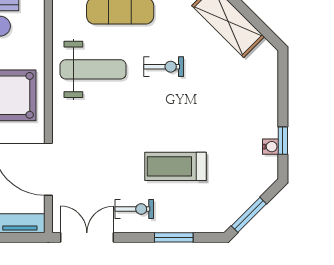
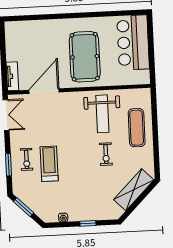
window: (283, 141) -> (88, 223), moved
exercise bike: (134, 209) -> (27, 159), moved

